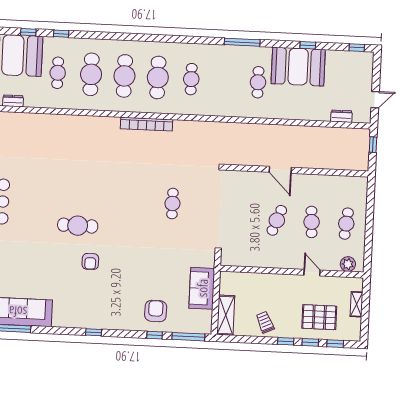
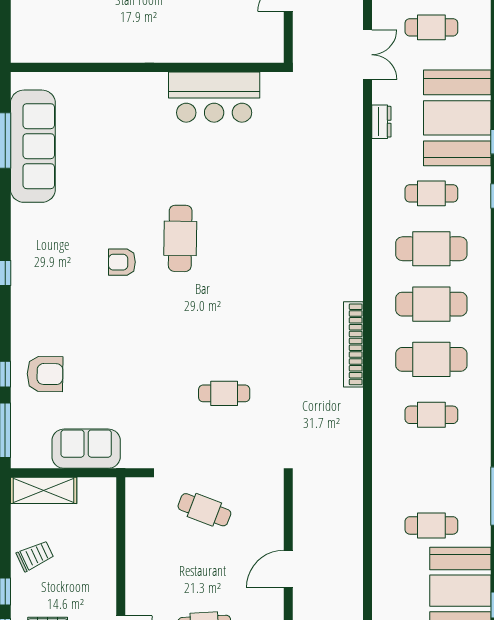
cafe table: (277, 220) -> (204, 510), moved

